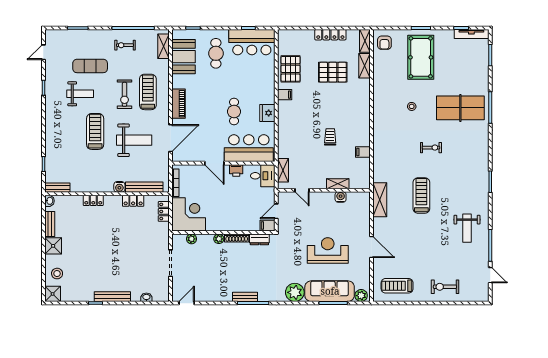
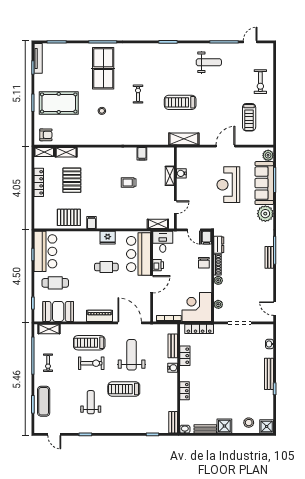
exercise mat: (90, 66) -> (44, 401), moved
bench: (144, 187) -> (173, 346), width x0.73
locker: (164, 211) -> (199, 329), width x1.53
chair: (239, 222) -> (204, 263), added
treadmill: (397, 286) -> (249, 117), moved

